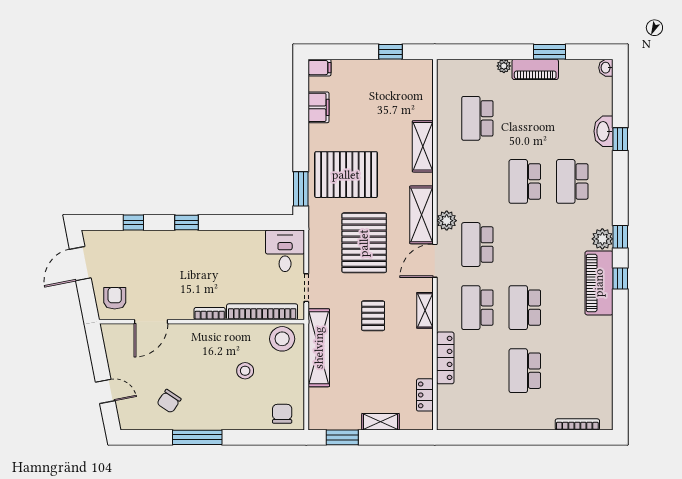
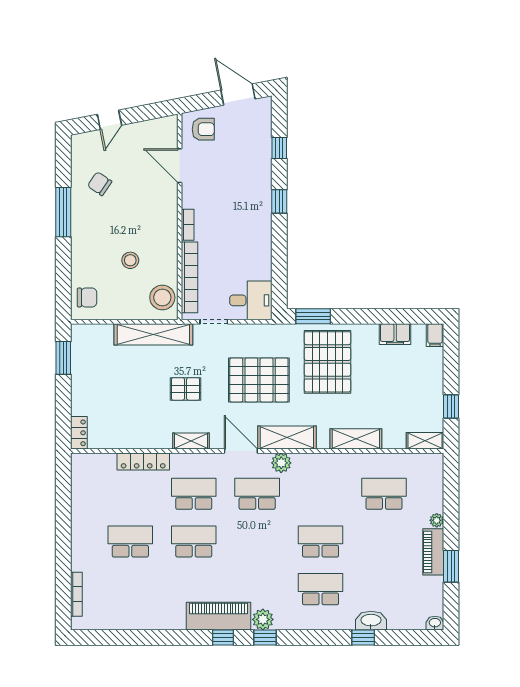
locker: (425, 395) -> (79, 433), moved, turned 90
shelving: (380, 422) -> (425, 441), moved, turned 90

